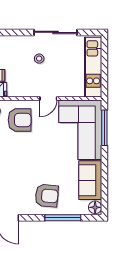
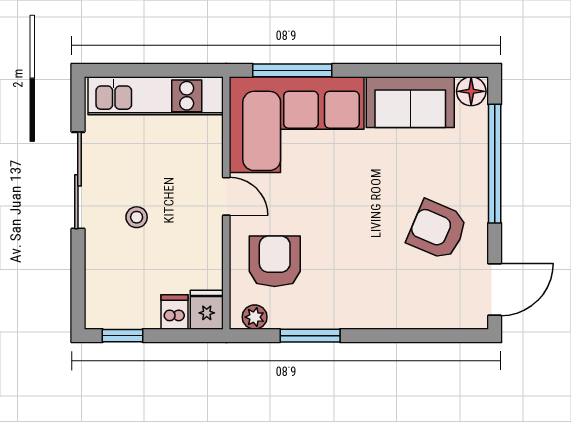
armchair: (47, 196) -> (437, 230), moved, turned -72
window: (63, 218) -> (495, 164), width x1.46

